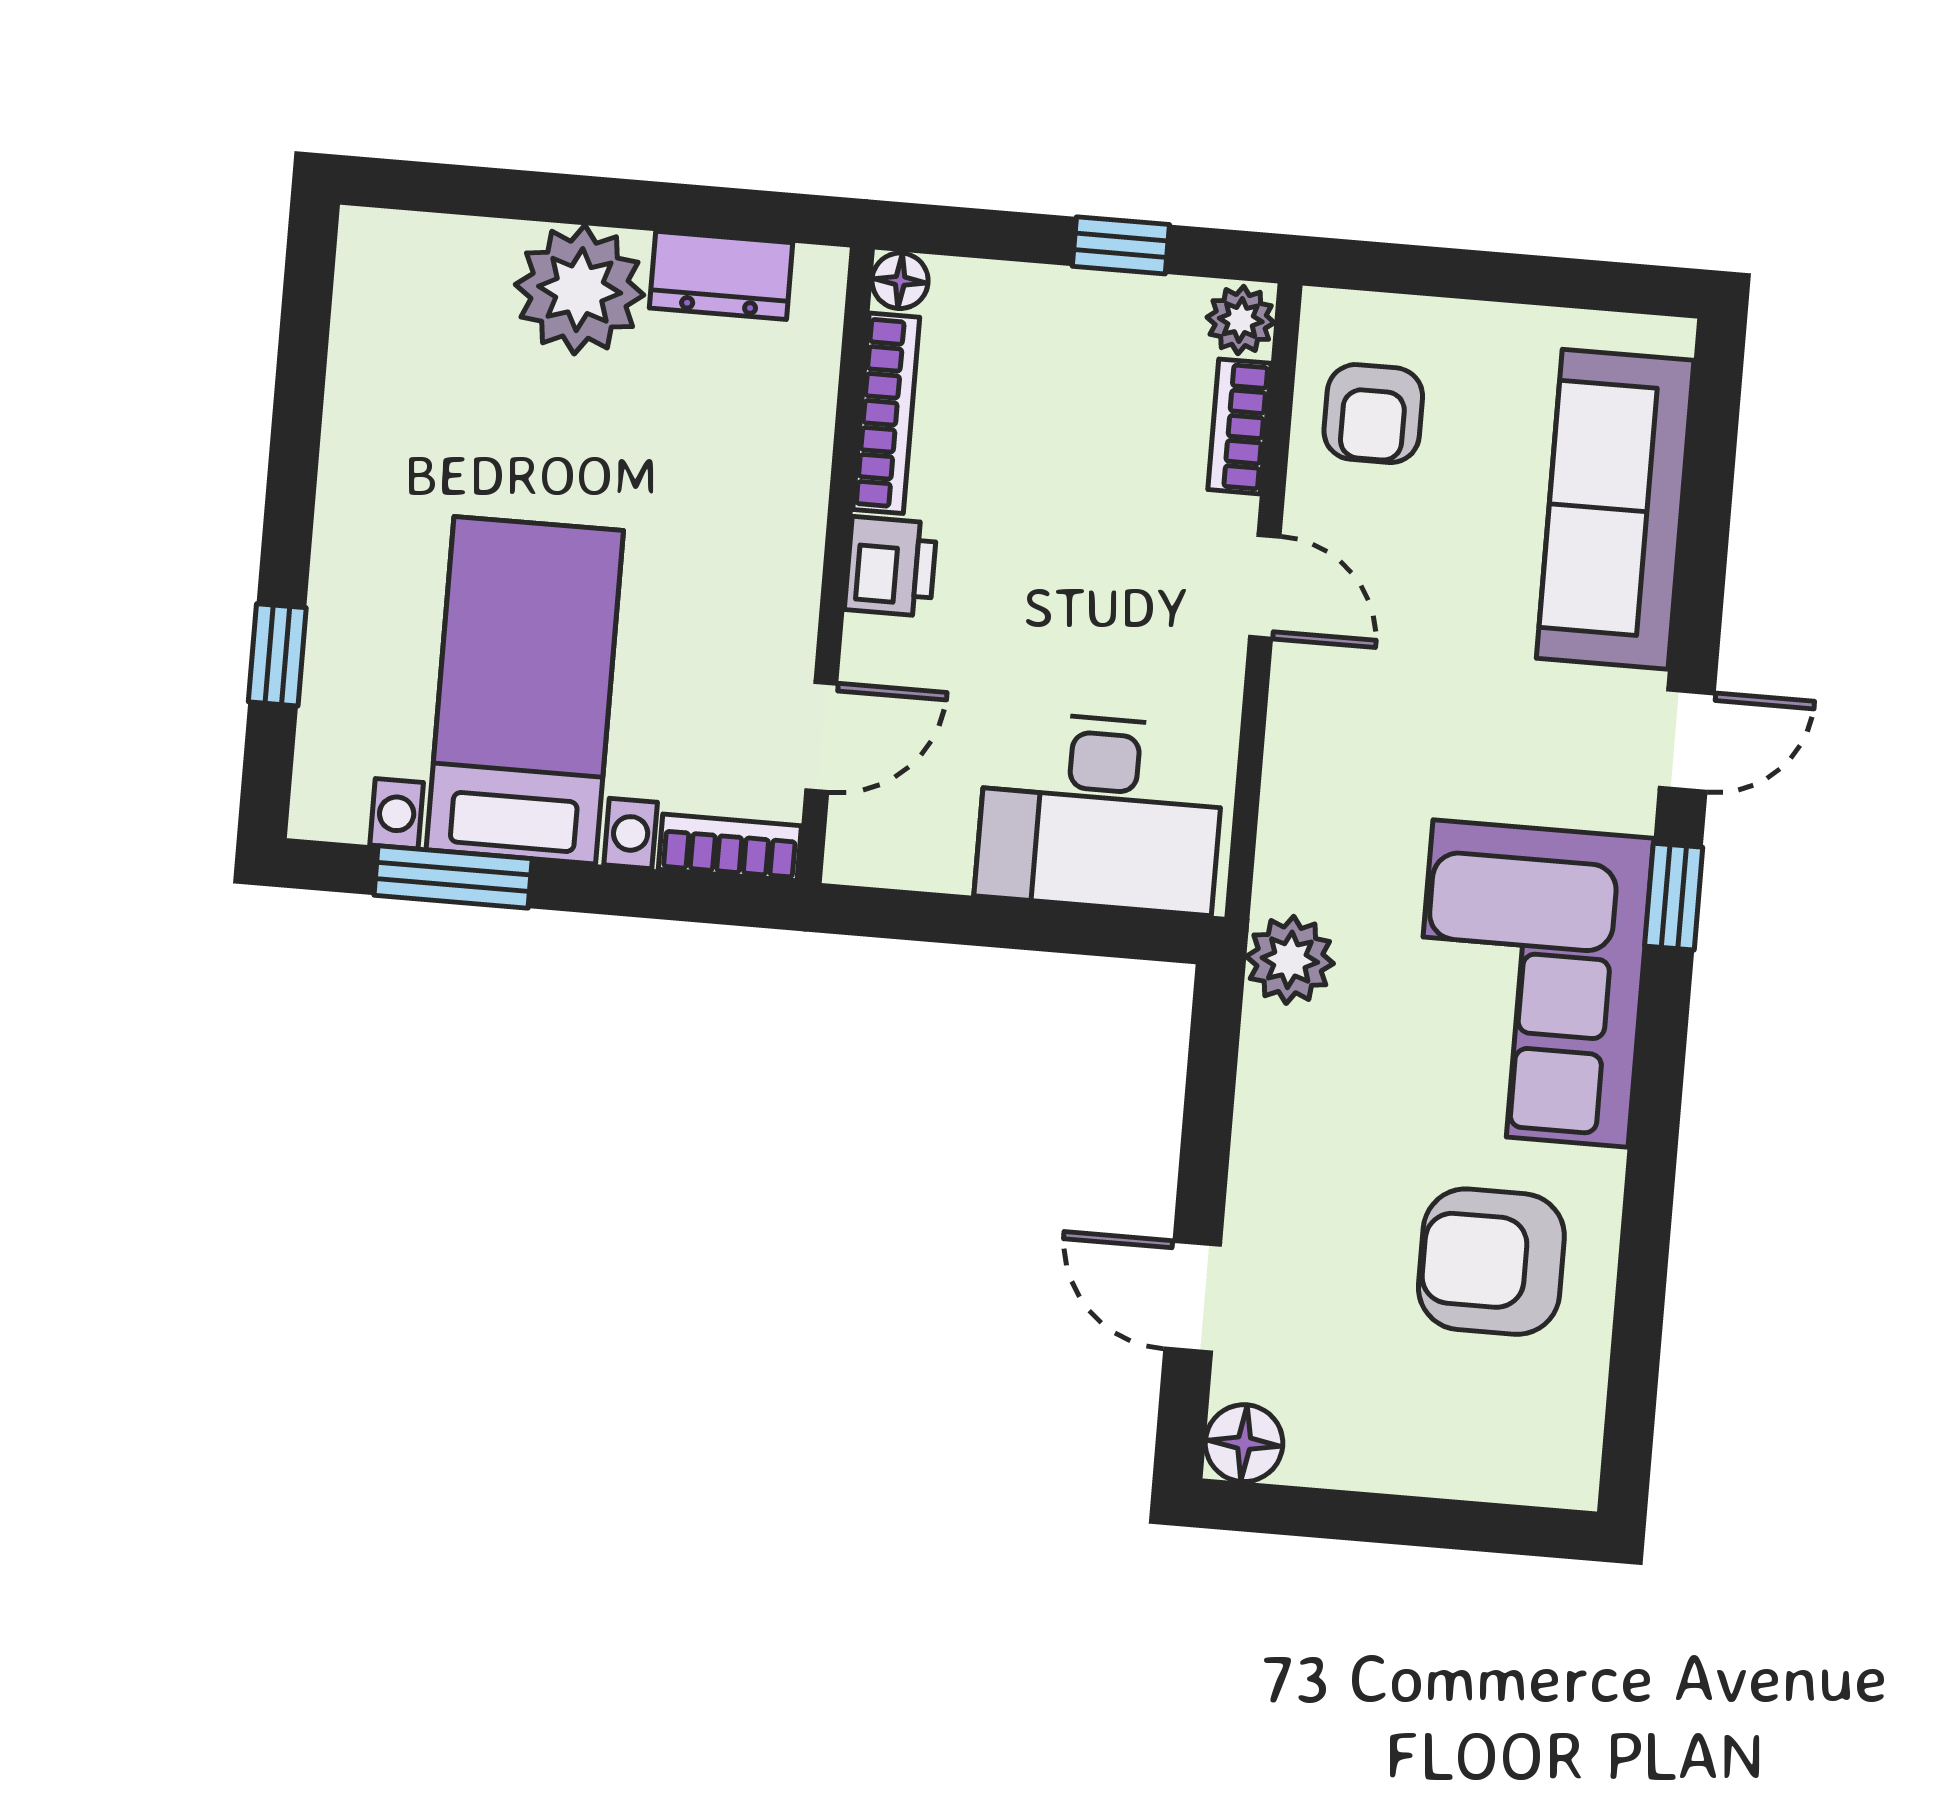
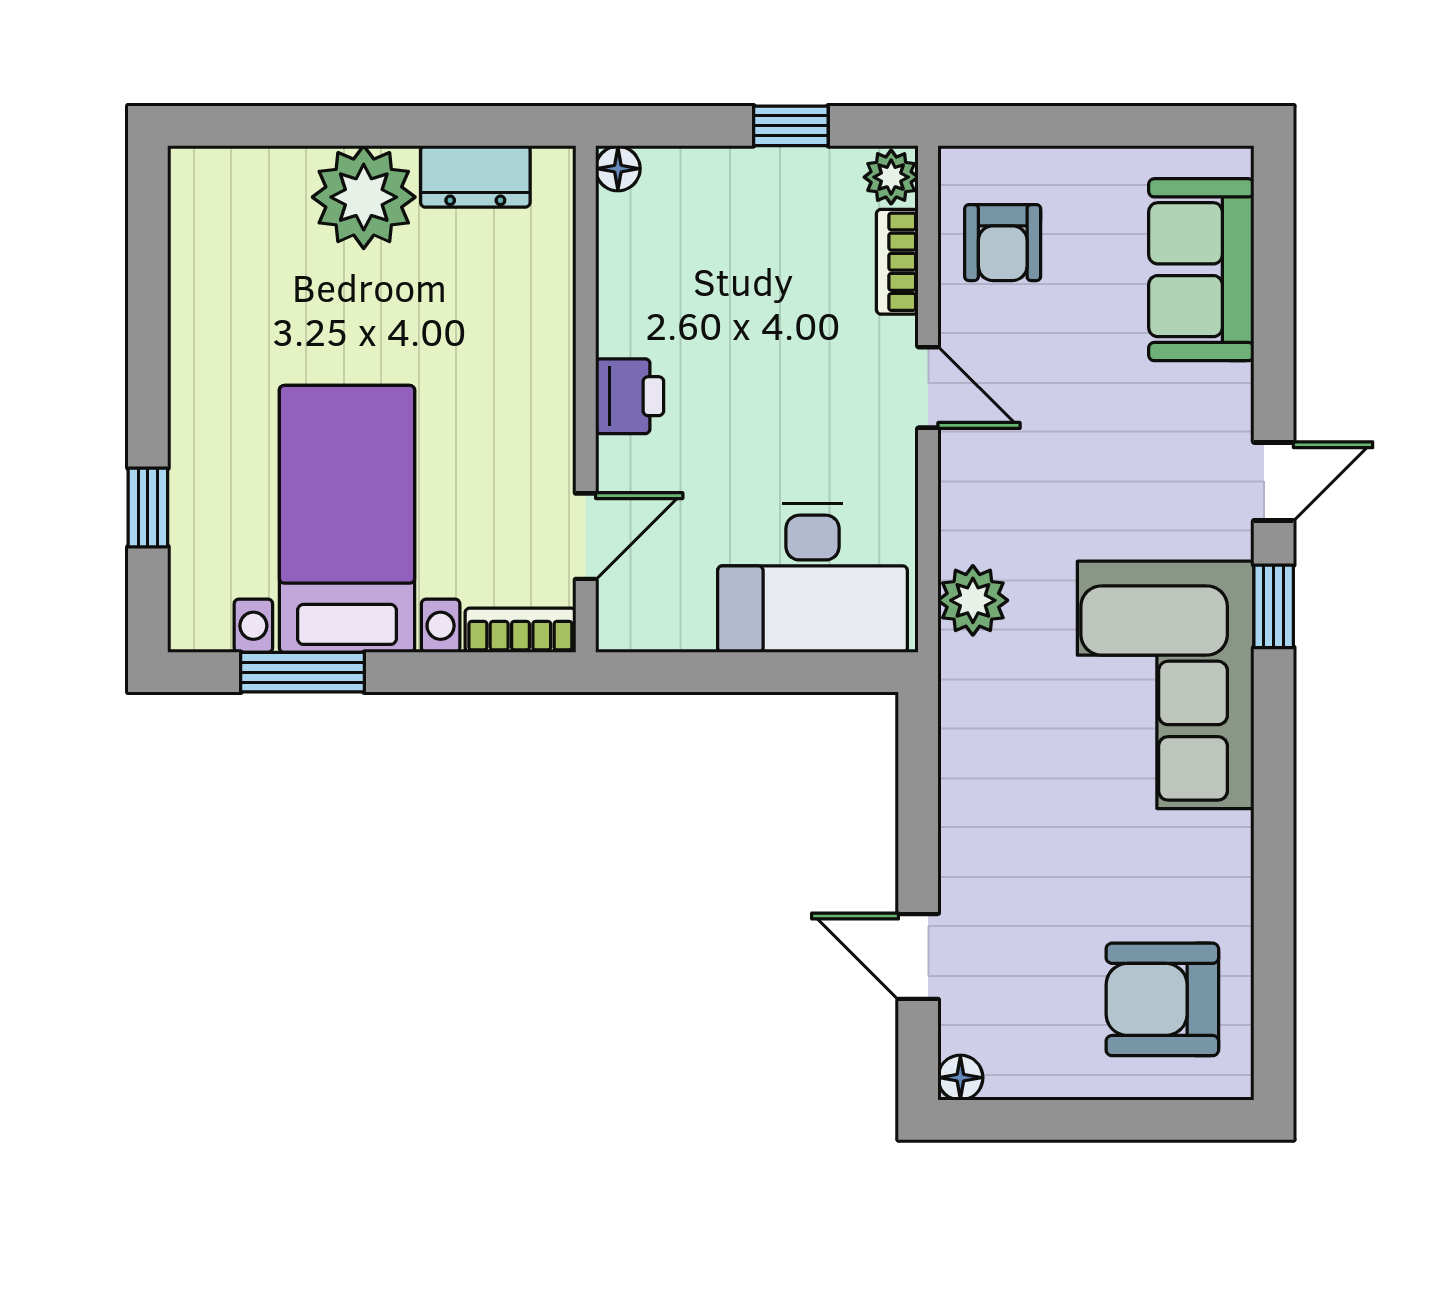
bookcase: (886, 413) -> (616, 275), removed
sofa: (1615, 509) -> (1201, 270), width x0.73
plant: (1290, 960) -> (973, 600), moved
armchair: (1491, 1262) -> (1162, 999), moved
floor lamp: (1244, 1443) -> (960, 1078), width x0.73, depth x0.73

